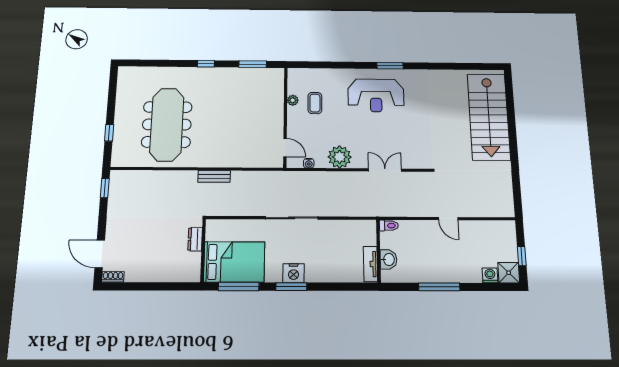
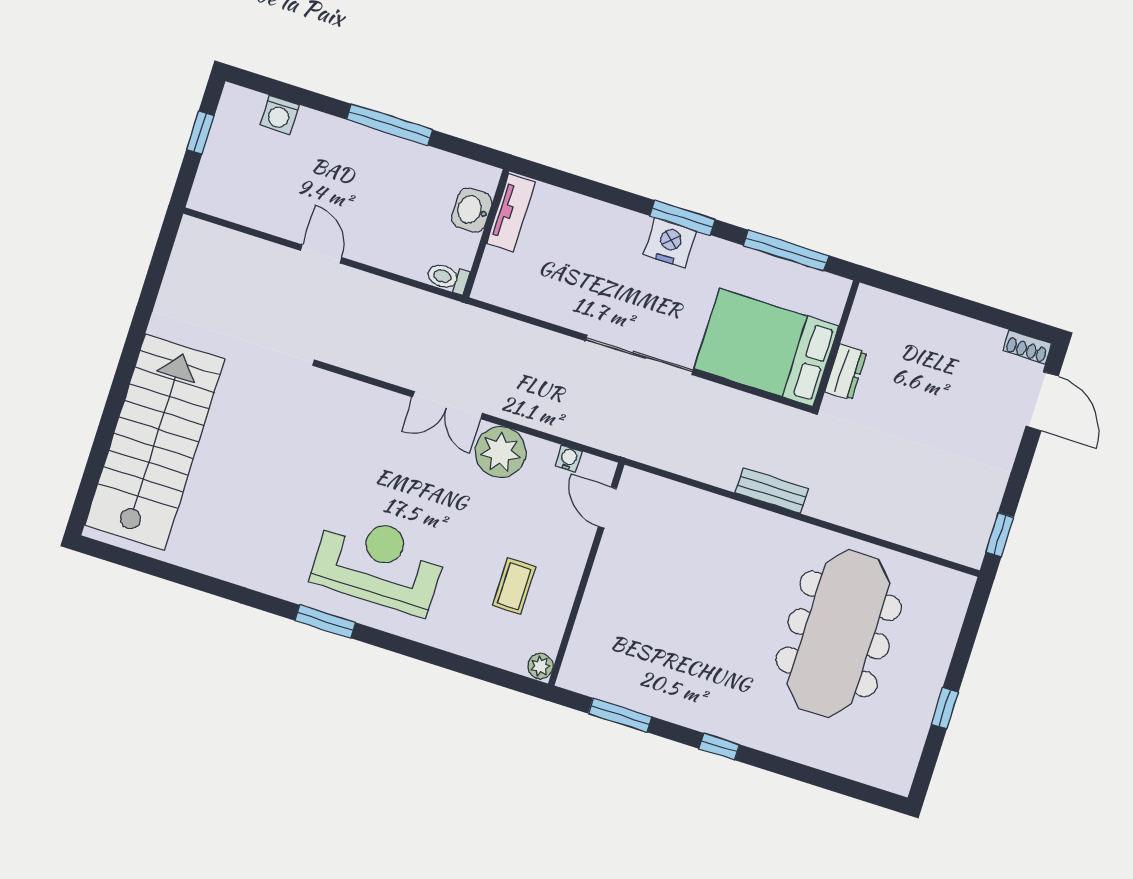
plant: (293, 100) -> (540, 666), moved
window: (109, 133) -> (945, 708), moved
double door: (385, 170) -> (448, 405), moved
bed: (234, 262) -> (766, 347), moved
shower: (509, 273) -> (240, 108), removed

